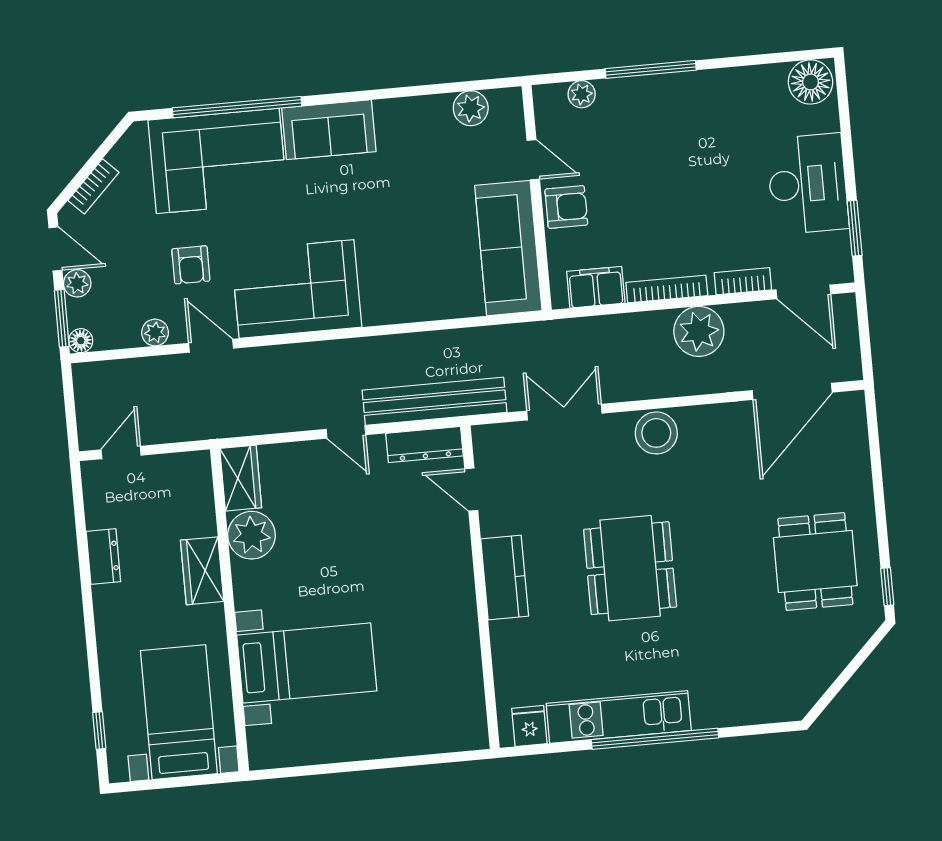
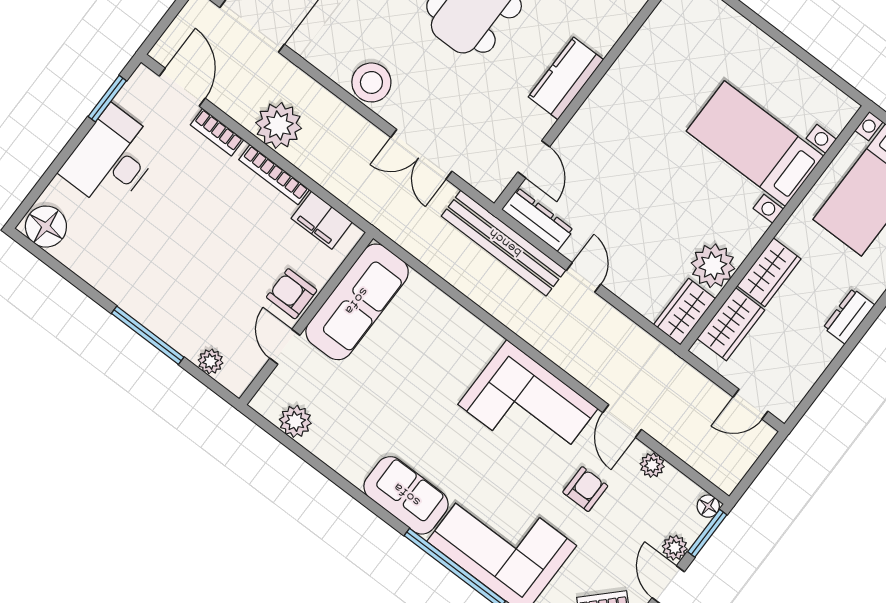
wardrobe: (195, 502) -> (731, 324), added
dresser: (103, 557) -> (849, 316), moved

